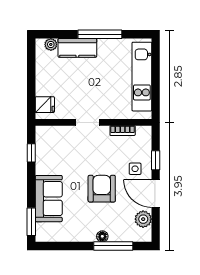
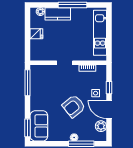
fridge: (45, 105) -> (36, 34), moved
window: (31, 153) -> (27, 83), width x2.17
armchair: (102, 189) -> (74, 106), turned -129
sofa: (49, 199) -> (39, 126), moved

